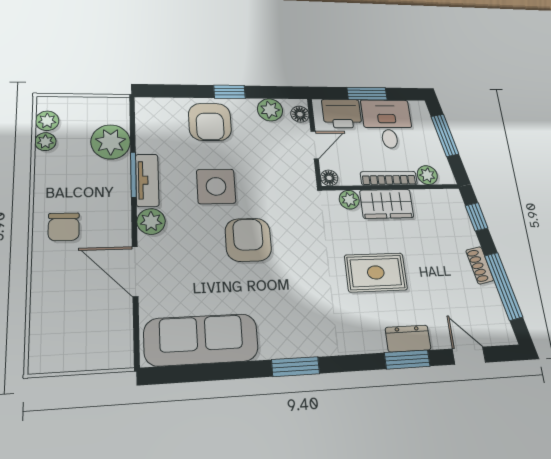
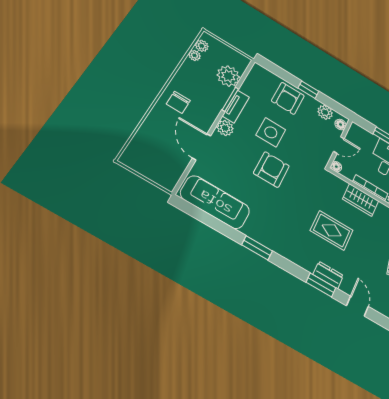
printer: (342, 114) -> (365, 139), removed
plant: (349, 200) -> (340, 185), removed

